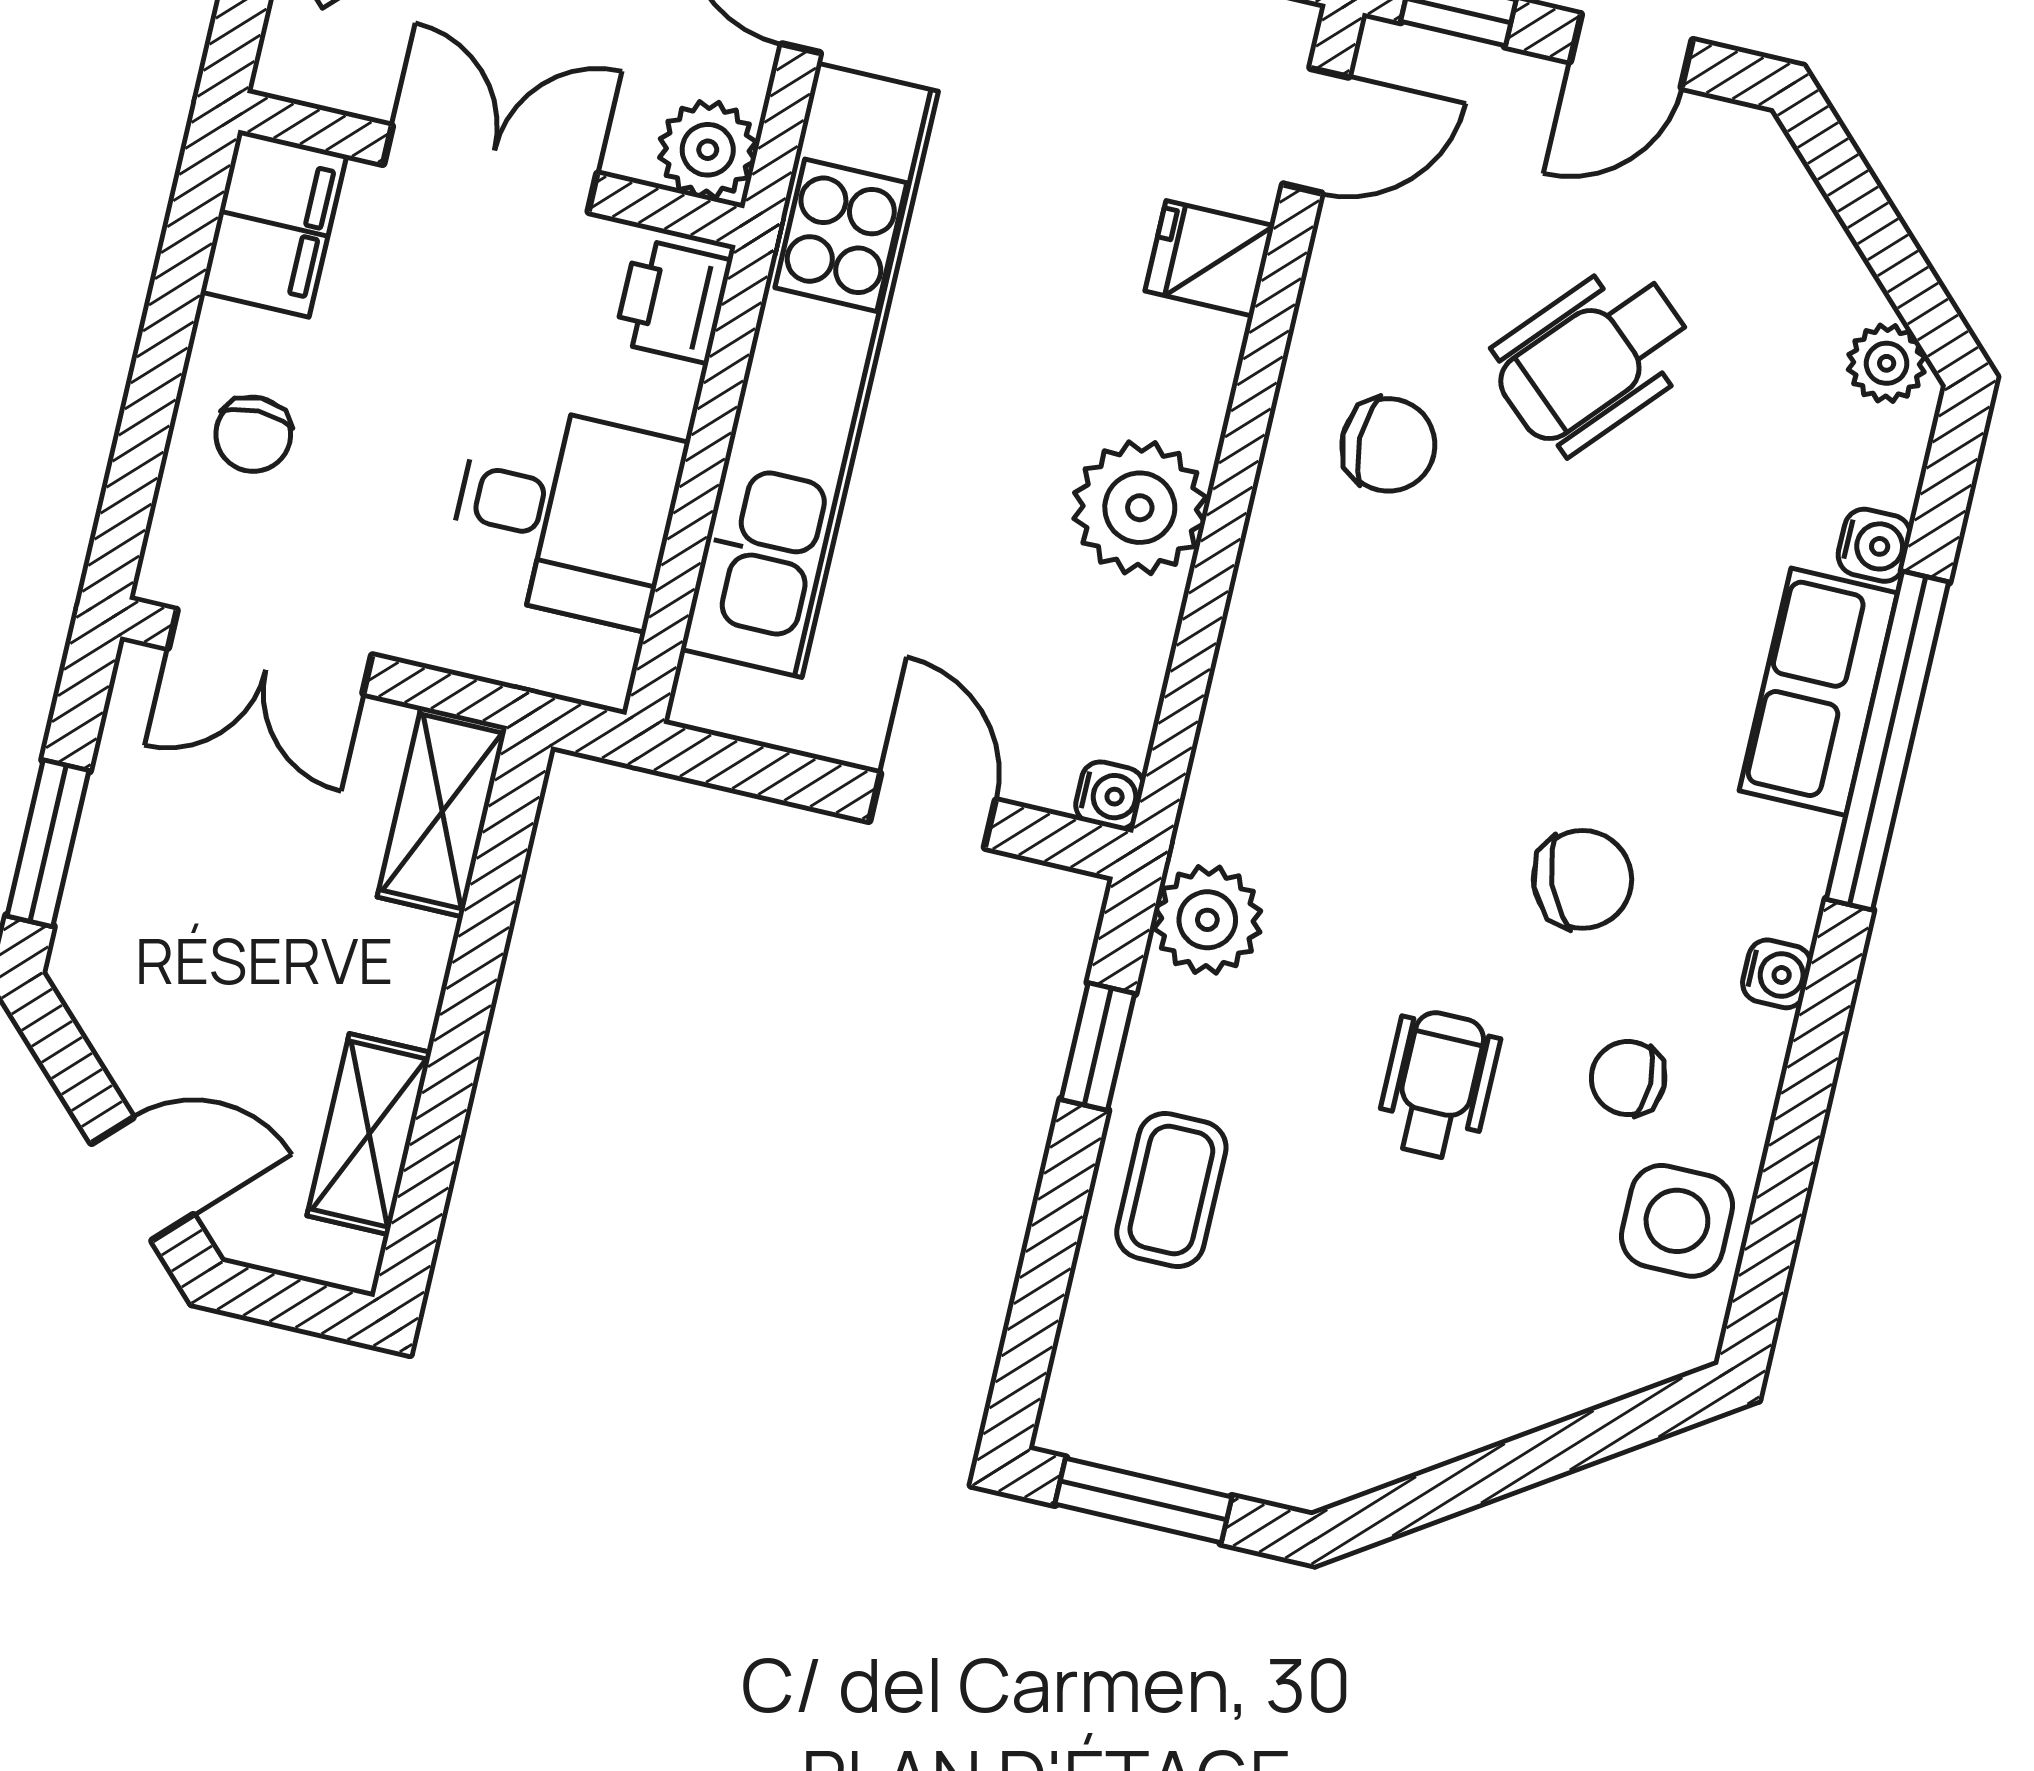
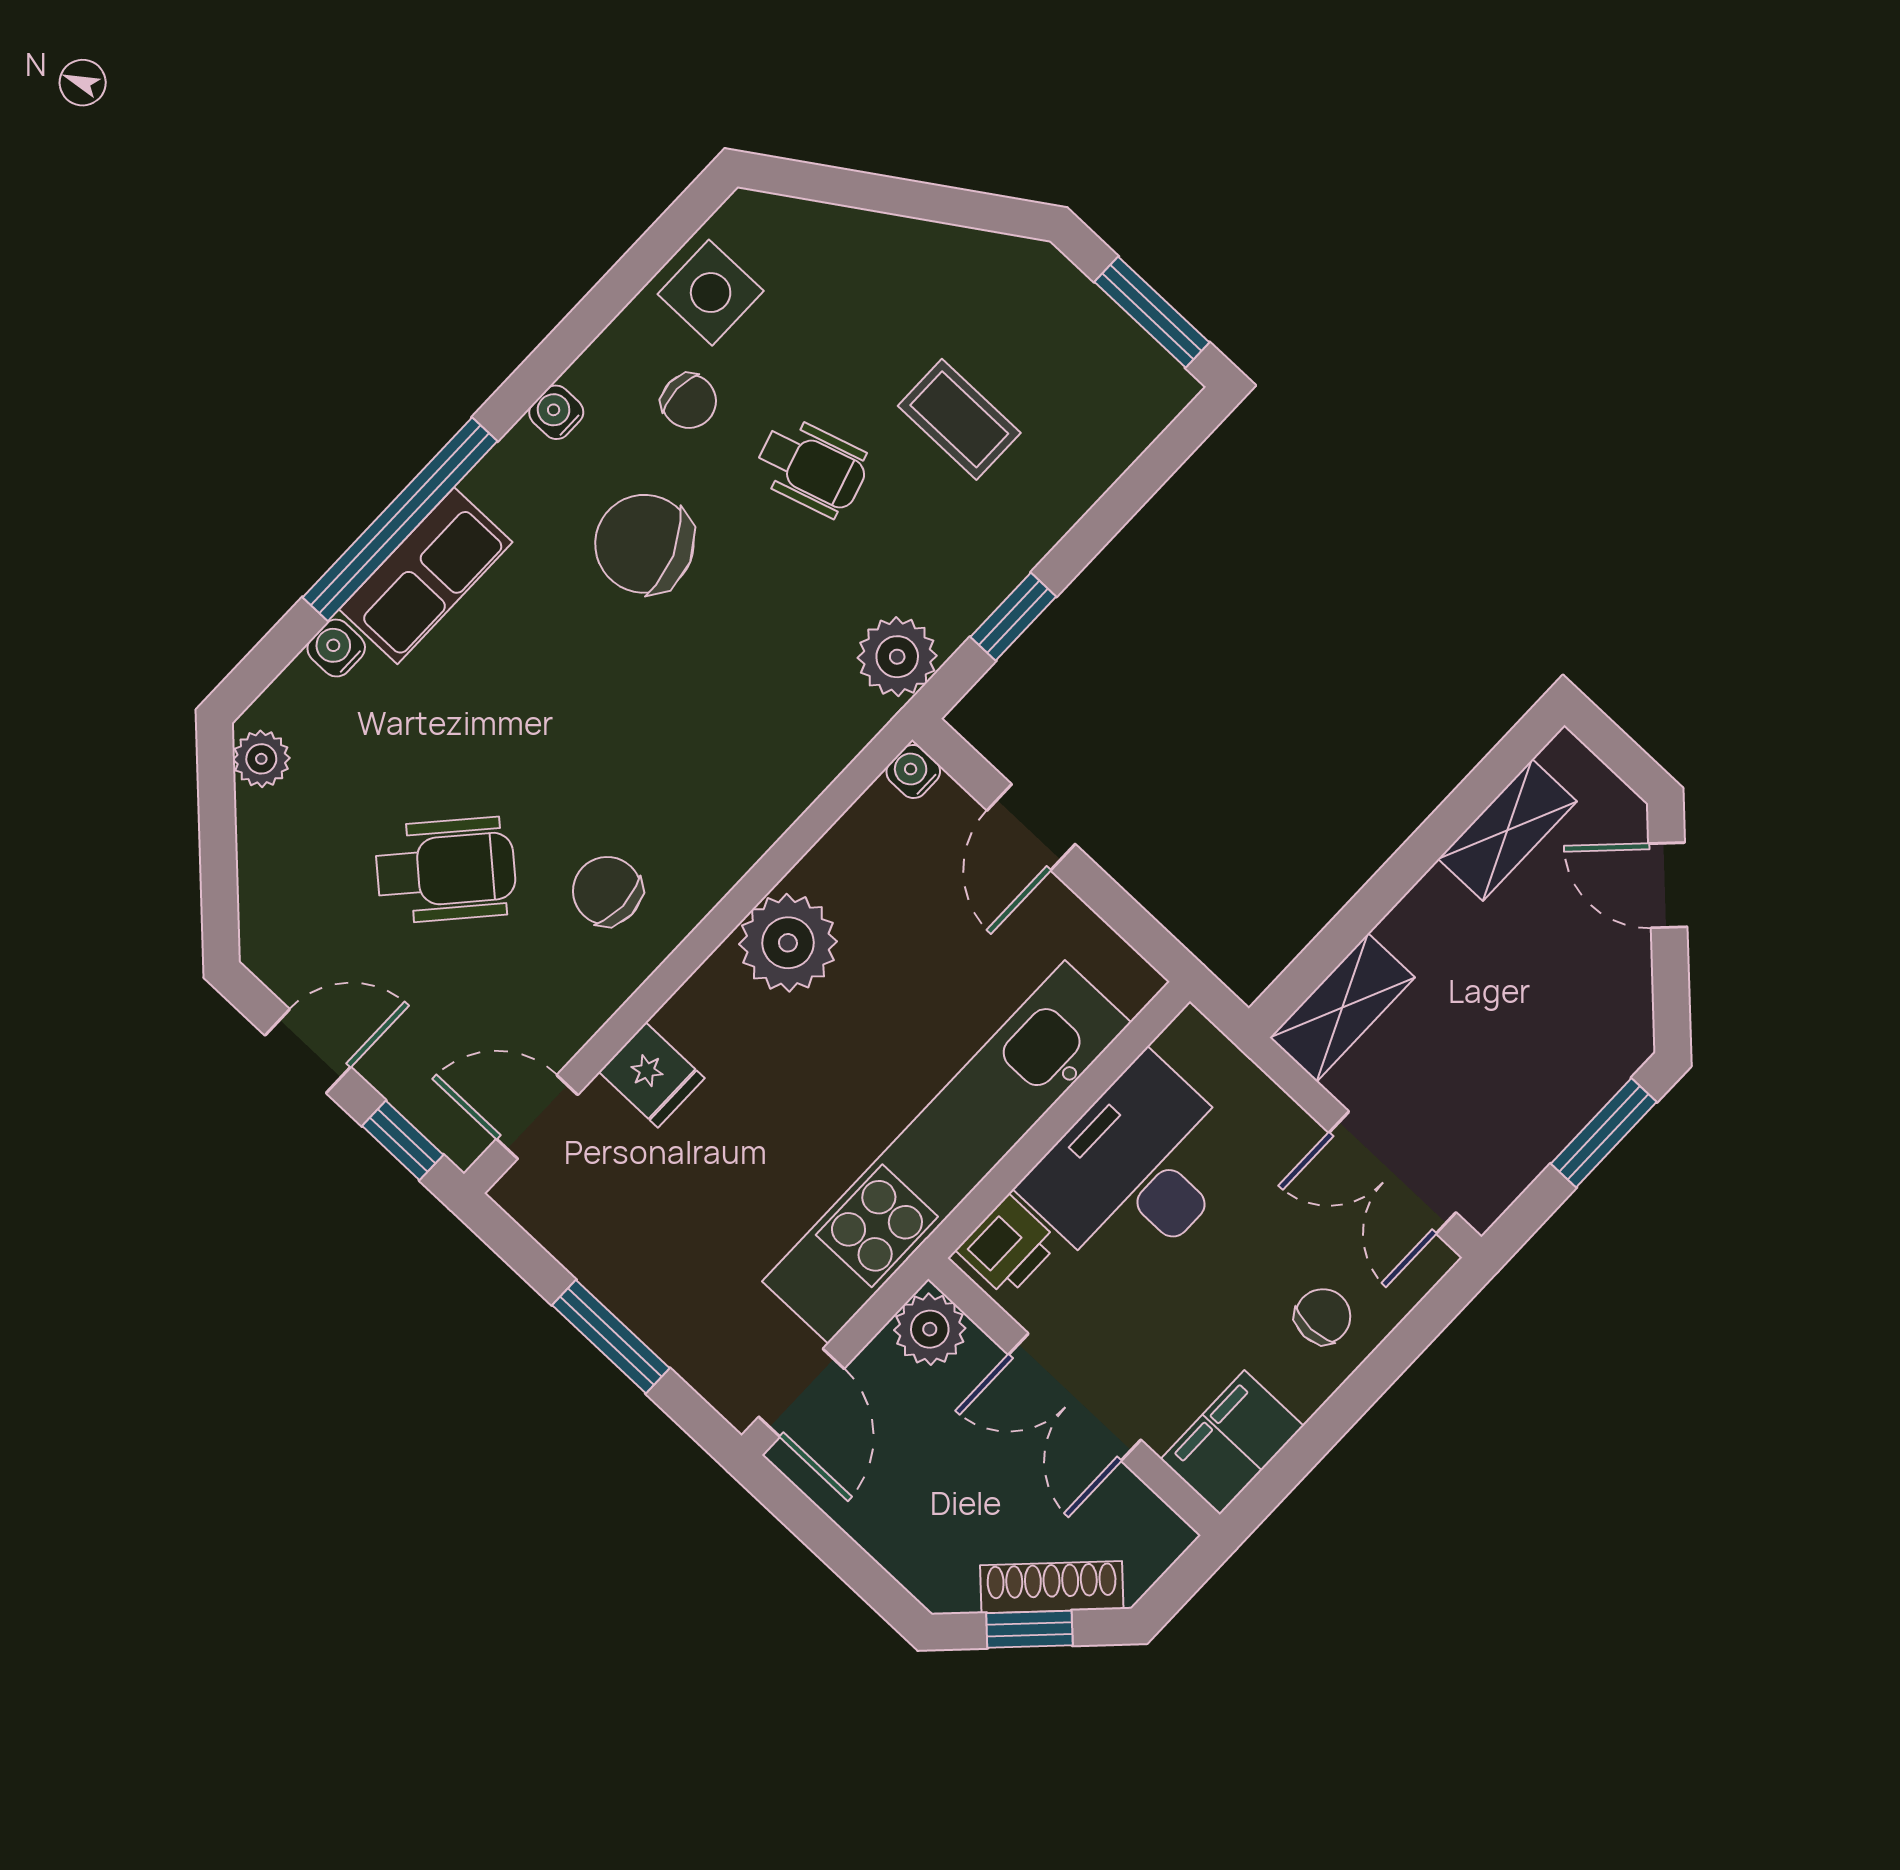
desk: (565, 514) -> (1136, 1170), width x1.37
double door: (270, 652) -> (1392, 1172), swing flipped
chair: (1583, 879) -> (644, 544), width x1.37, depth x1.37
wheelchair: (1438, 1085) -> (812, 467), turned -107
coffee table: (1171, 1190) -> (959, 419), moved, turned 90

